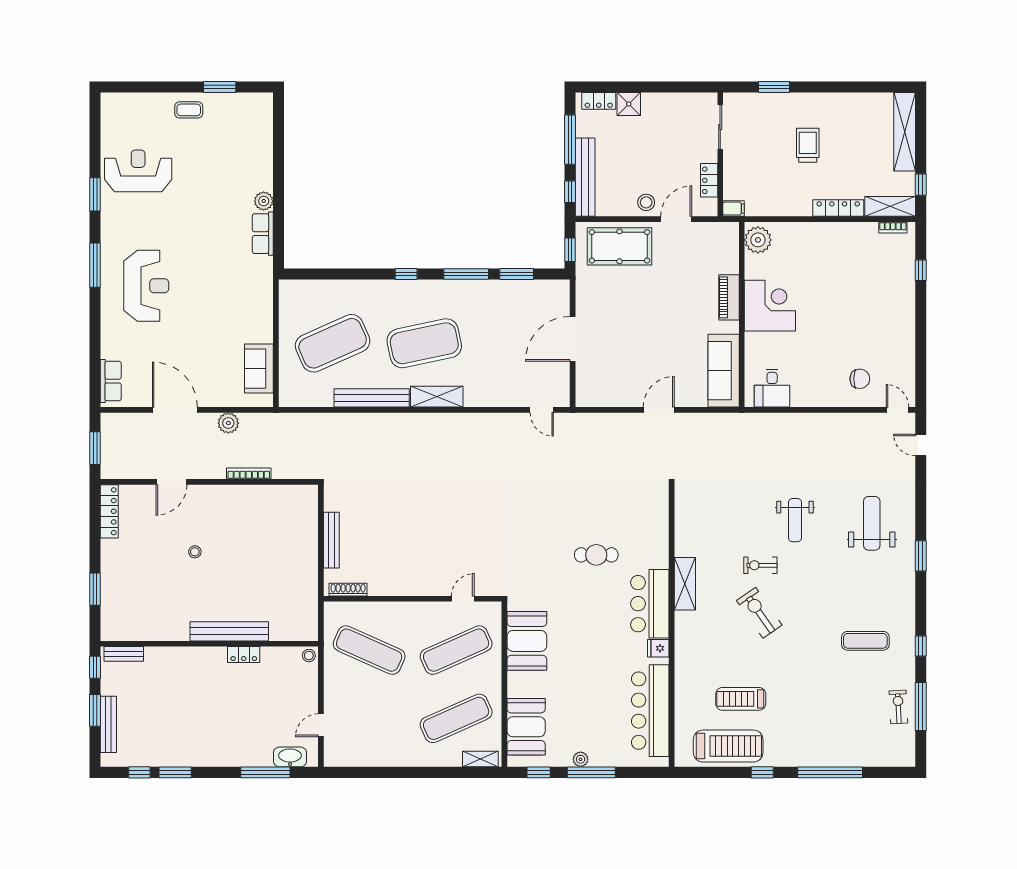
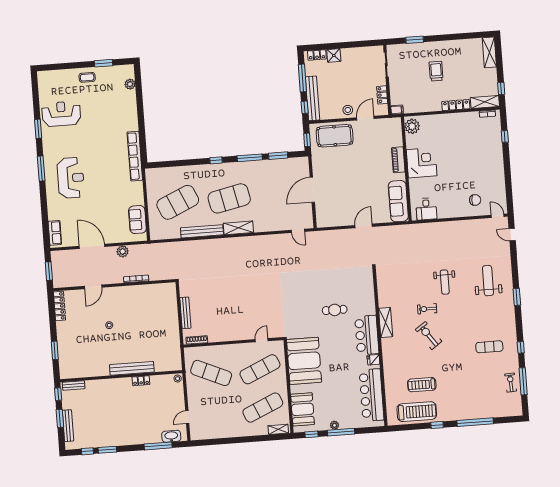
shelving: (905, 132) -> (489, 52), width x0.68
plant: (264, 201) -> (130, 84), moved
row of seats: (263, 234) -> (135, 156), width x2.02
booth: (527, 641) -> (304, 361), width x1.36, depth x1.42

